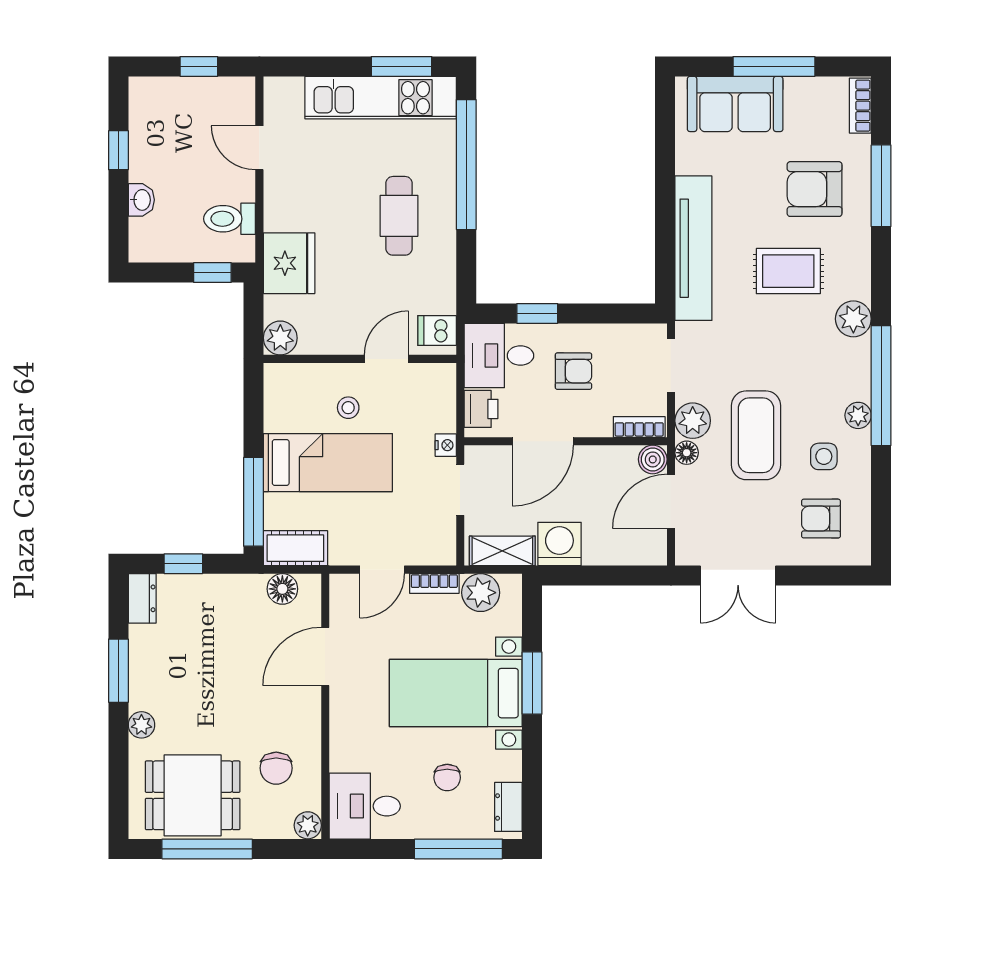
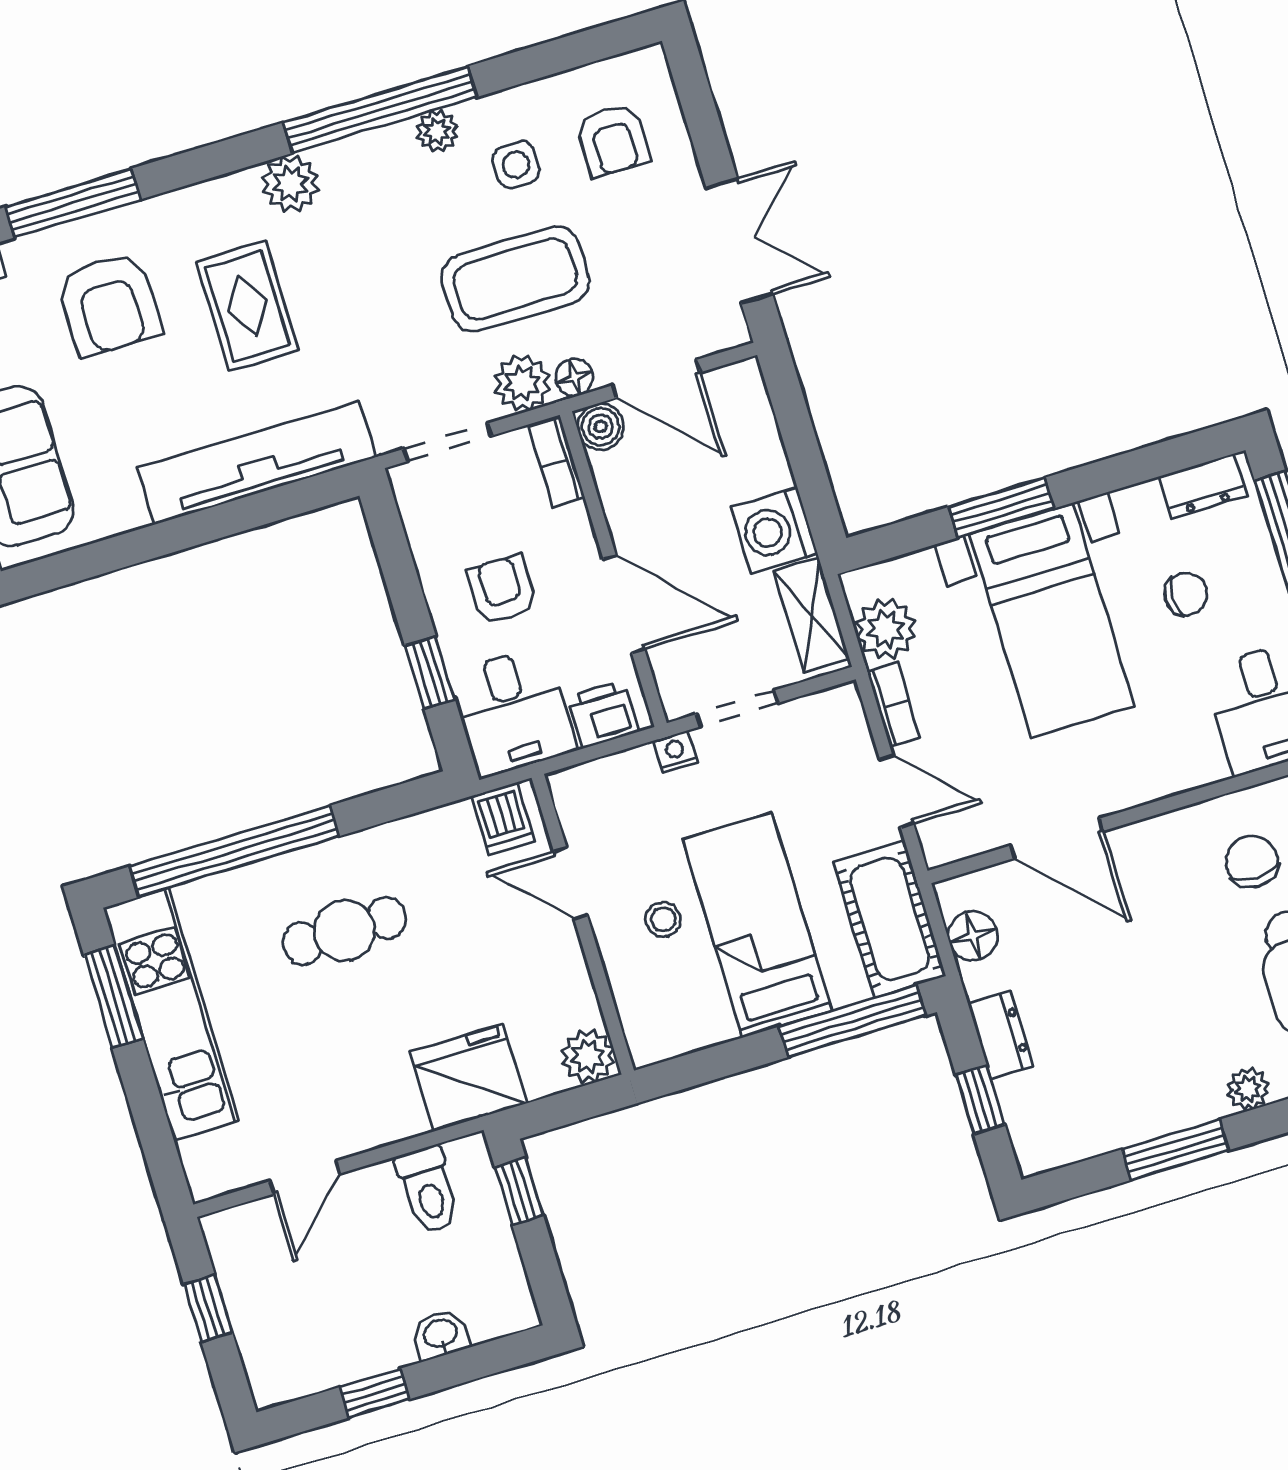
cot: (295, 548) -> (889, 919), width x1.37, depth x1.34
dresser: (142, 598) -> (1001, 1035), moved, turned 90
chair: (276, 768) -> (1252, 862), turned -90

